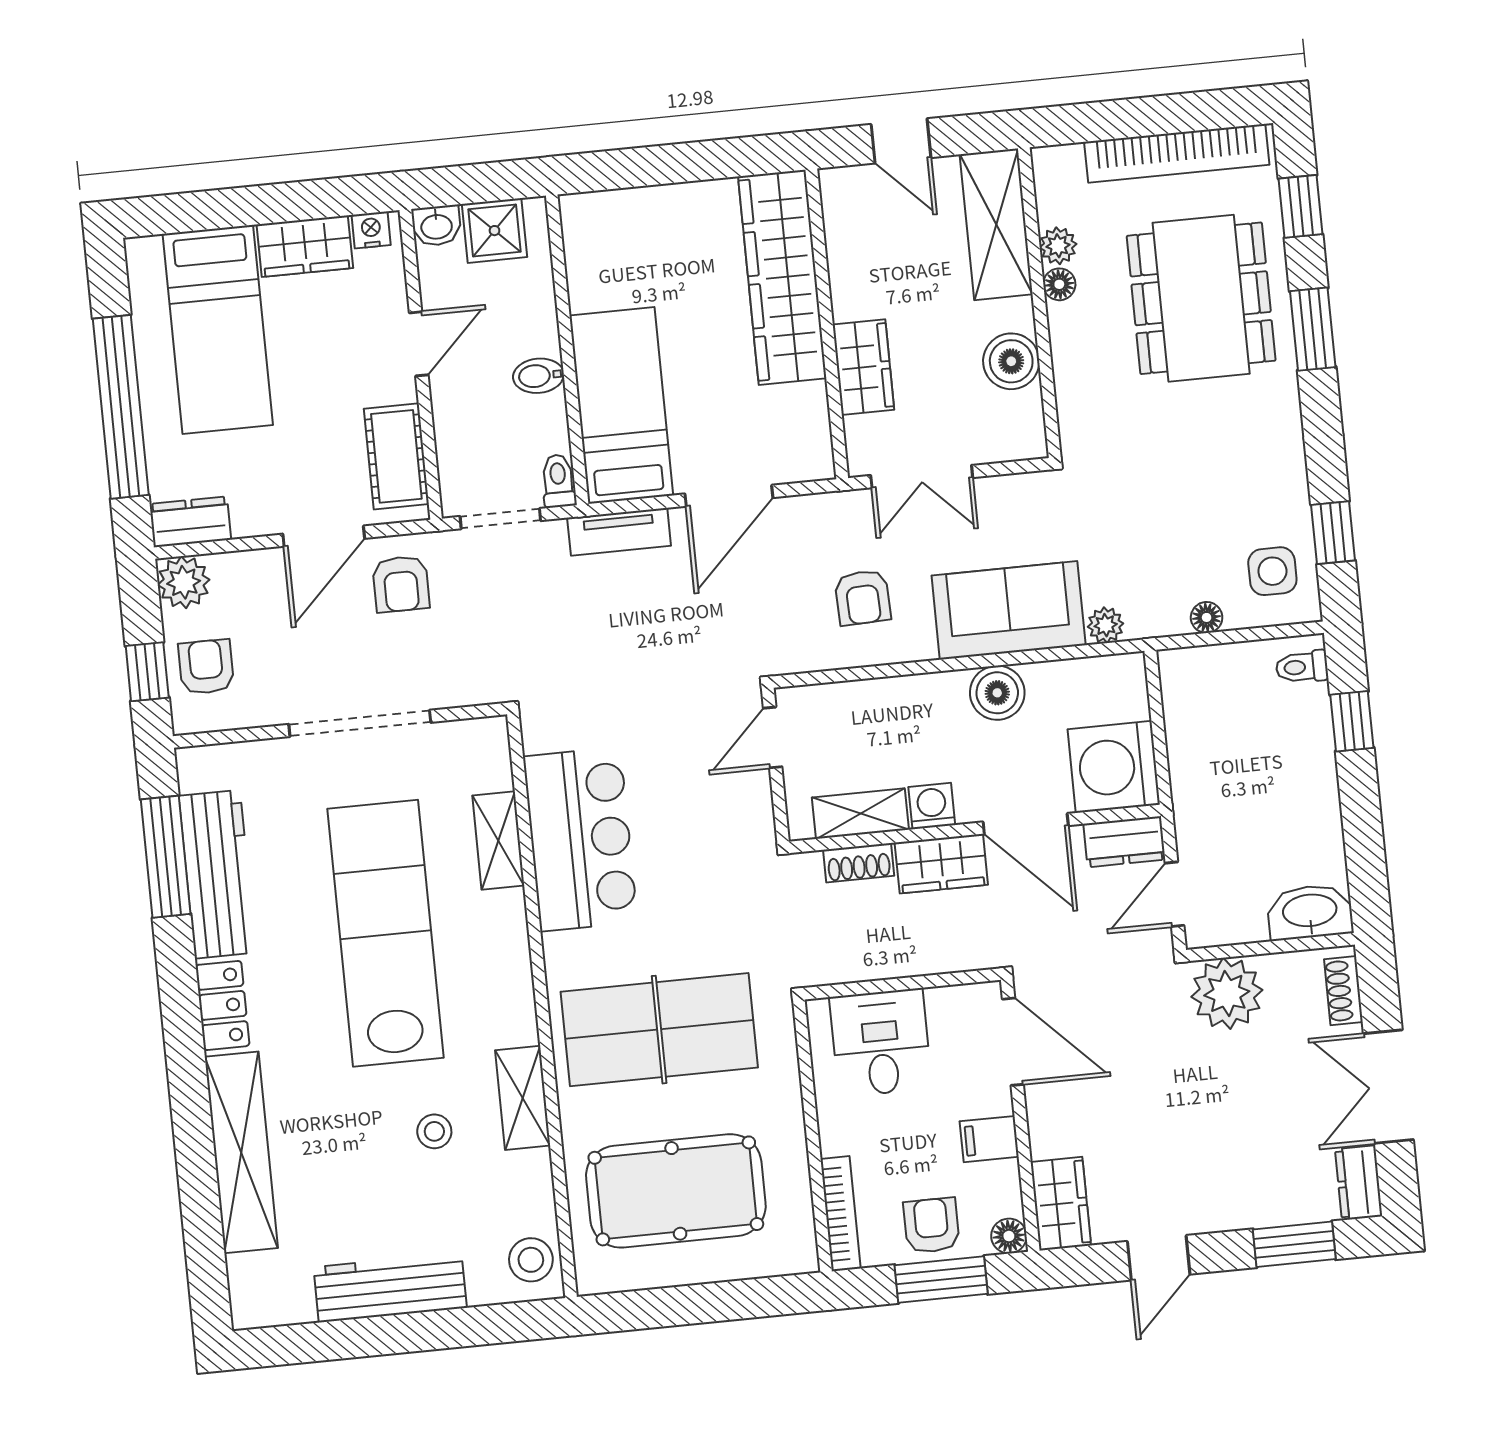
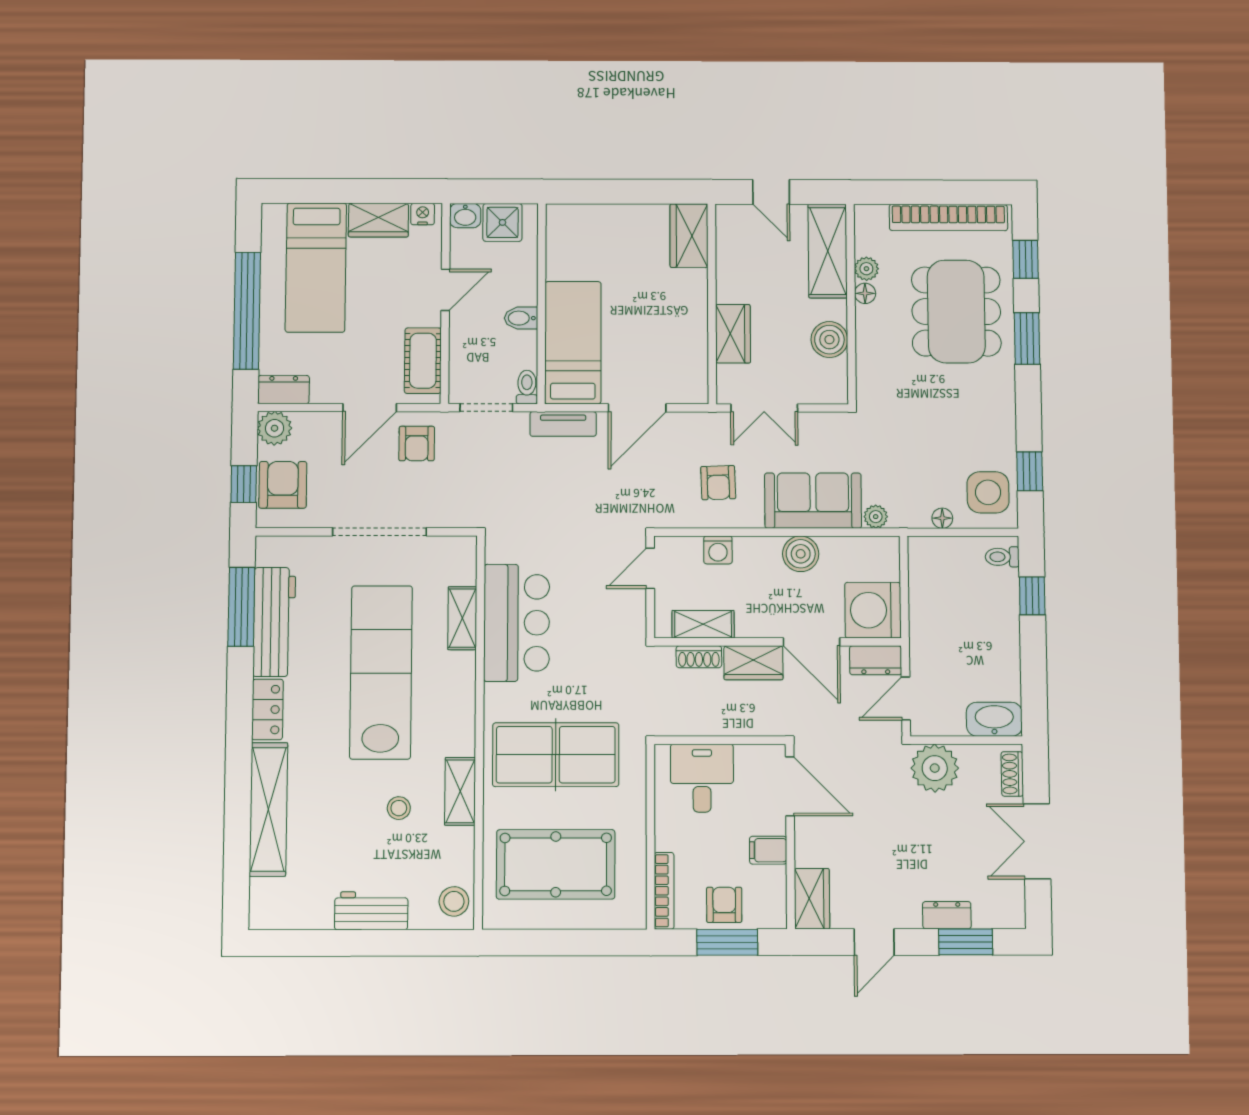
wardrobe: (782, 277) -> (689, 236), width x0.48, depth x0.85
side table: (1272, 571) -> (988, 492), width x1.37, depth x1.37
armchair: (206, 667) -> (283, 485), width x1.38, depth x1.38
washing machine: (932, 806) -> (718, 550), moved, turned 180
dresser: (1359, 1183) -> (947, 915), moved, turned 90
floor lamp: (1009, 1236) -> (775, 917), removed
workbench: (390, 1287) -> (371, 911), width x0.73

